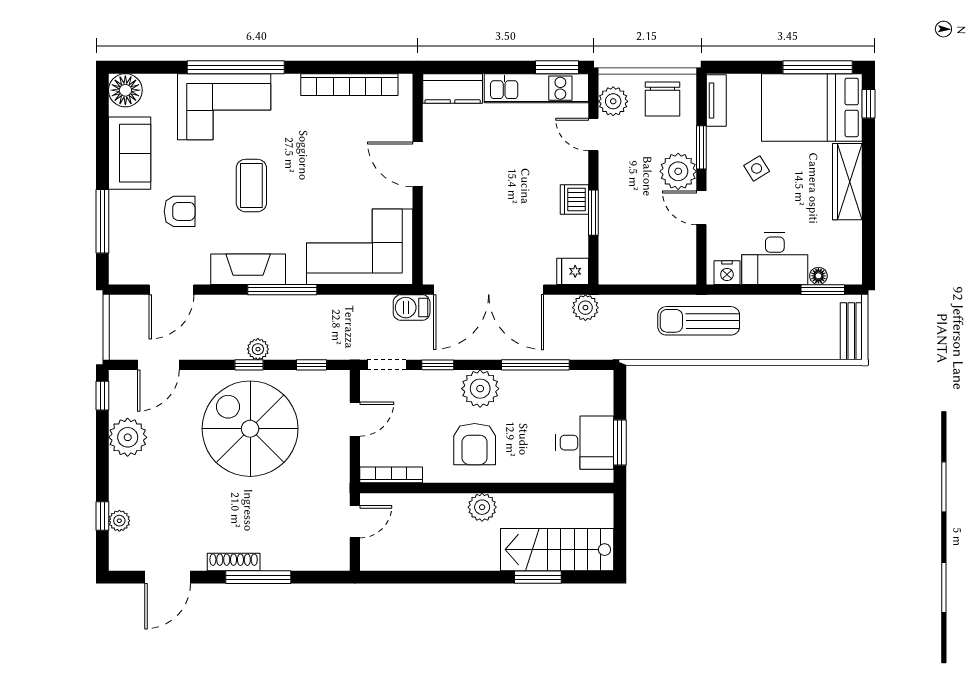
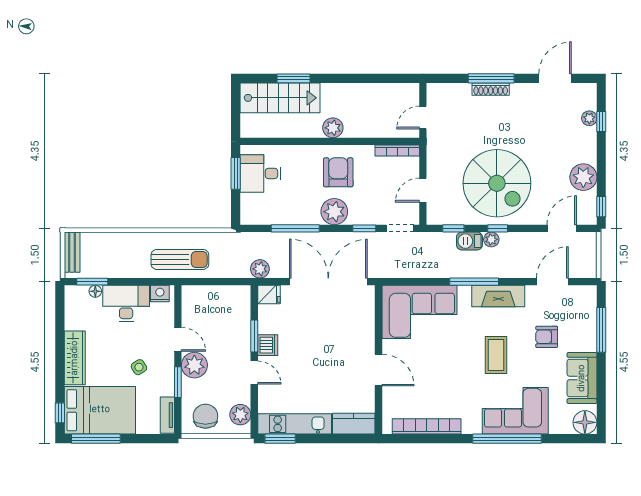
door: (593, 135) -> (254, 373), moved
barbecue: (412, 308) -> (469, 241), moved, turned 180
shoe rack: (234, 562) -> (491, 89), moved

